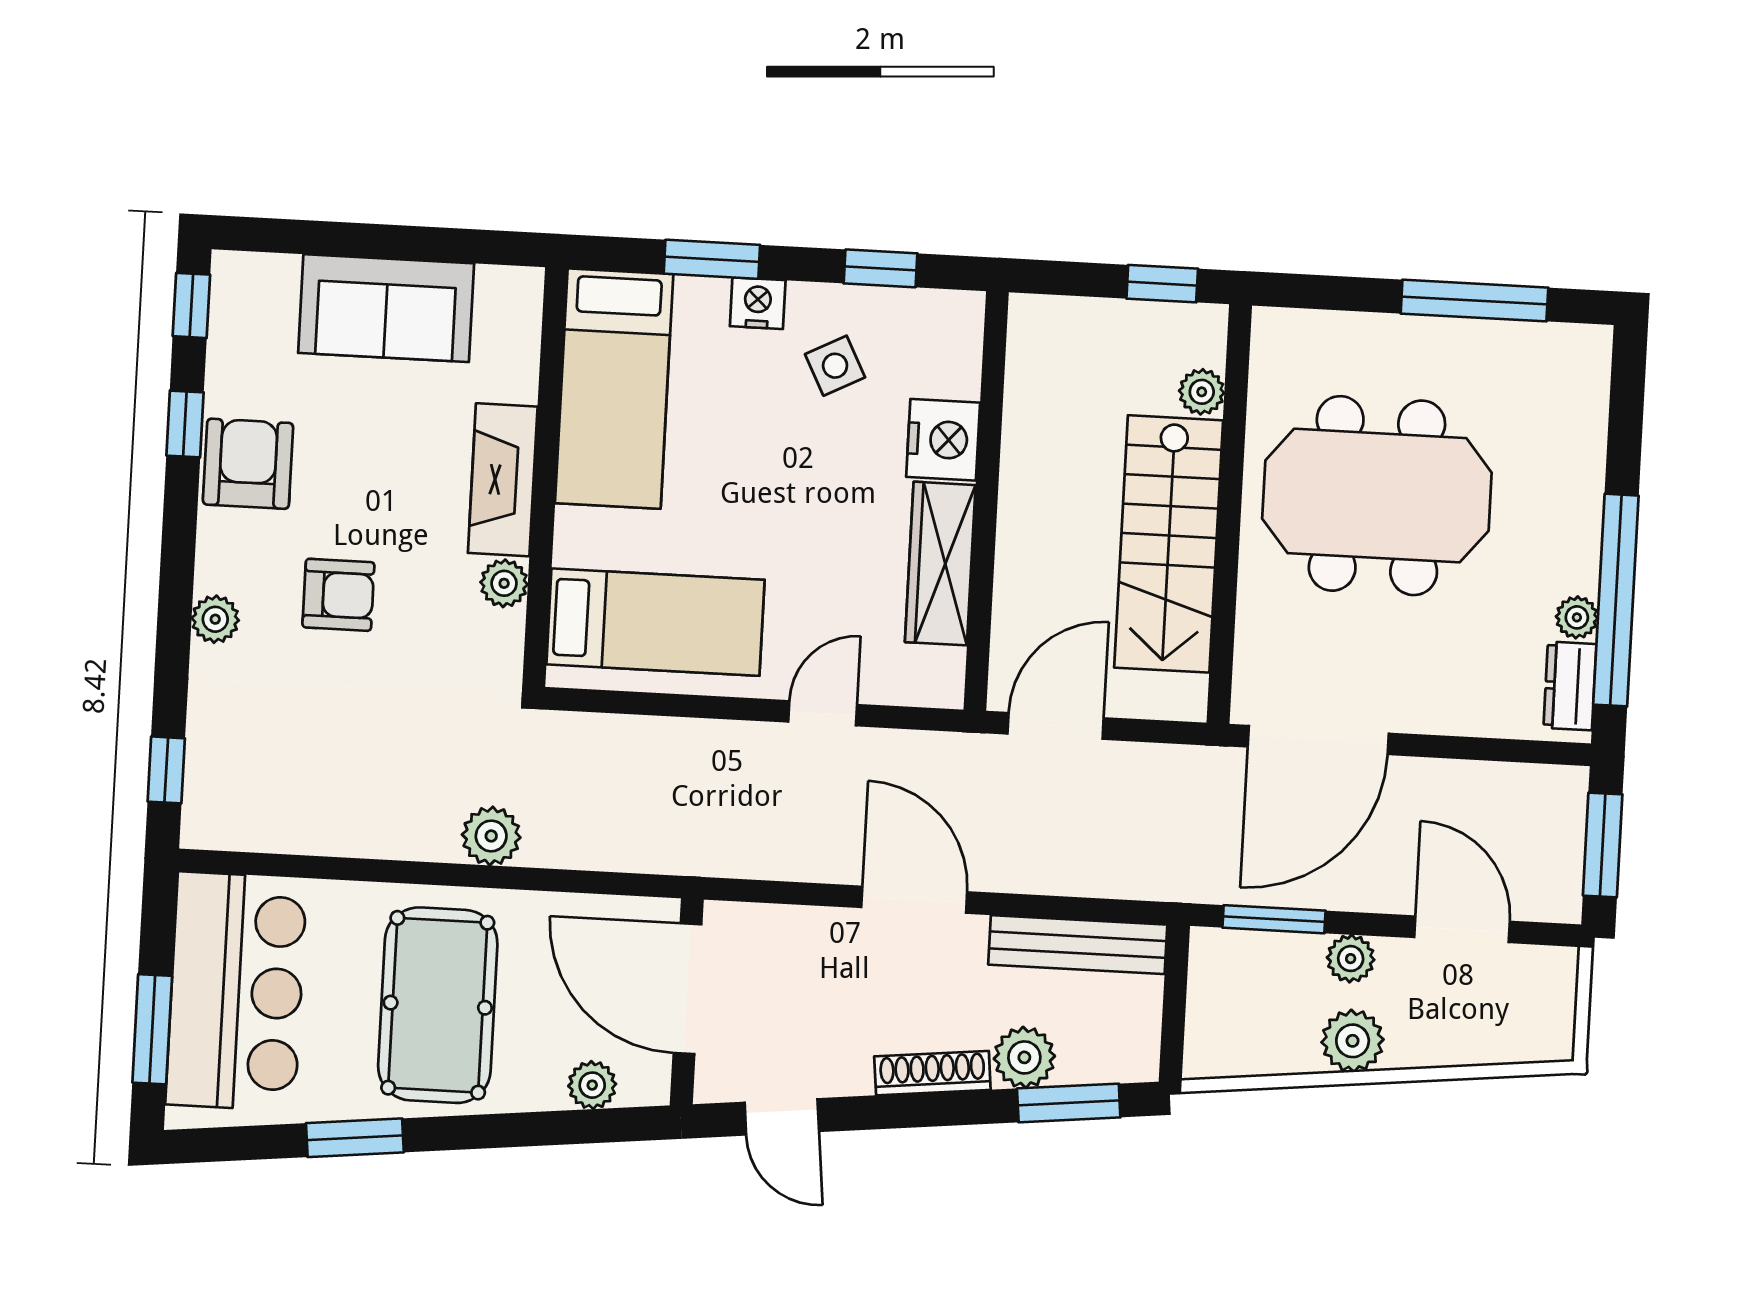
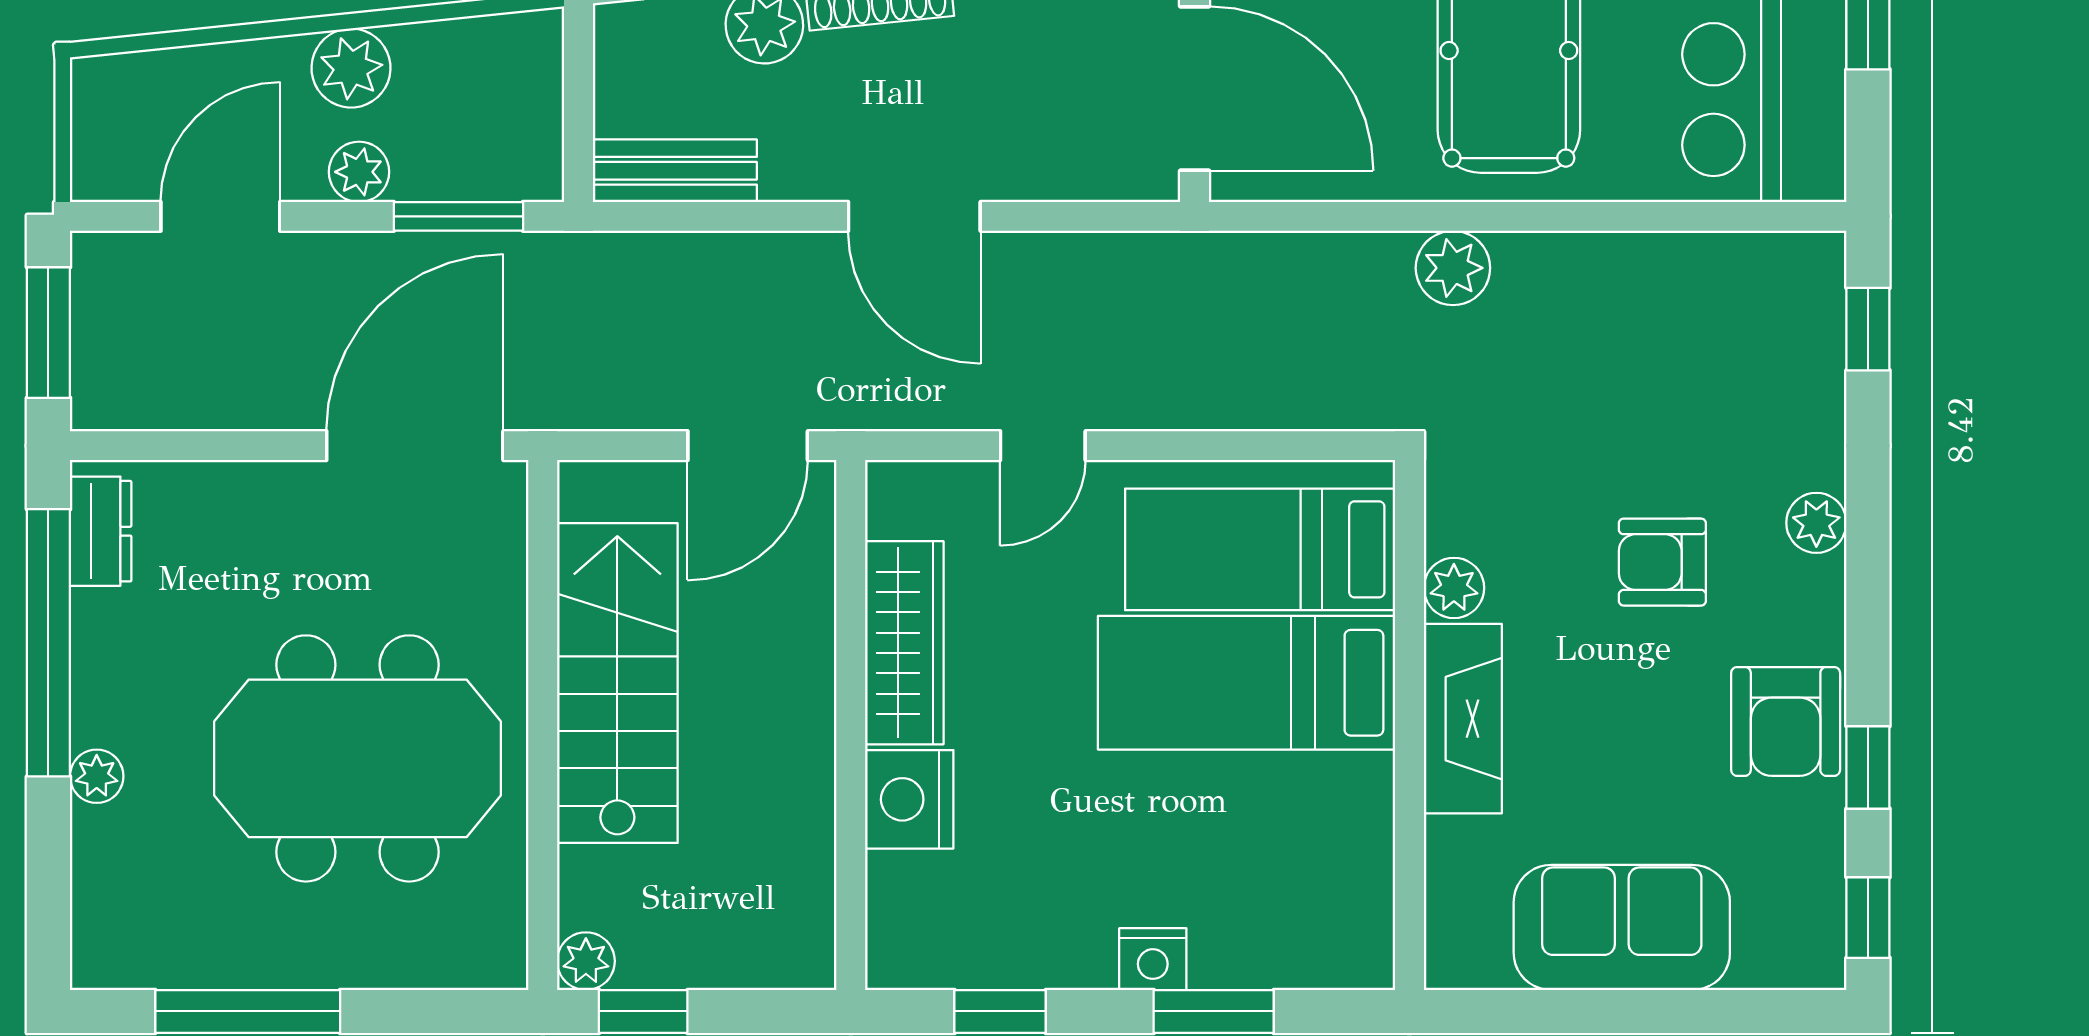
side table: (835, 366) -> (1051, 885), removed
bed: (614, 389) -> (1247, 683), moved, turned -90
plant: (1202, 392) -> (586, 961), moved
plant: (1577, 617) -> (97, 776), moved
door: (1462, 929) -> (220, 216), swing flipped
bench: (1078, 945) -> (675, 171), width x0.73

